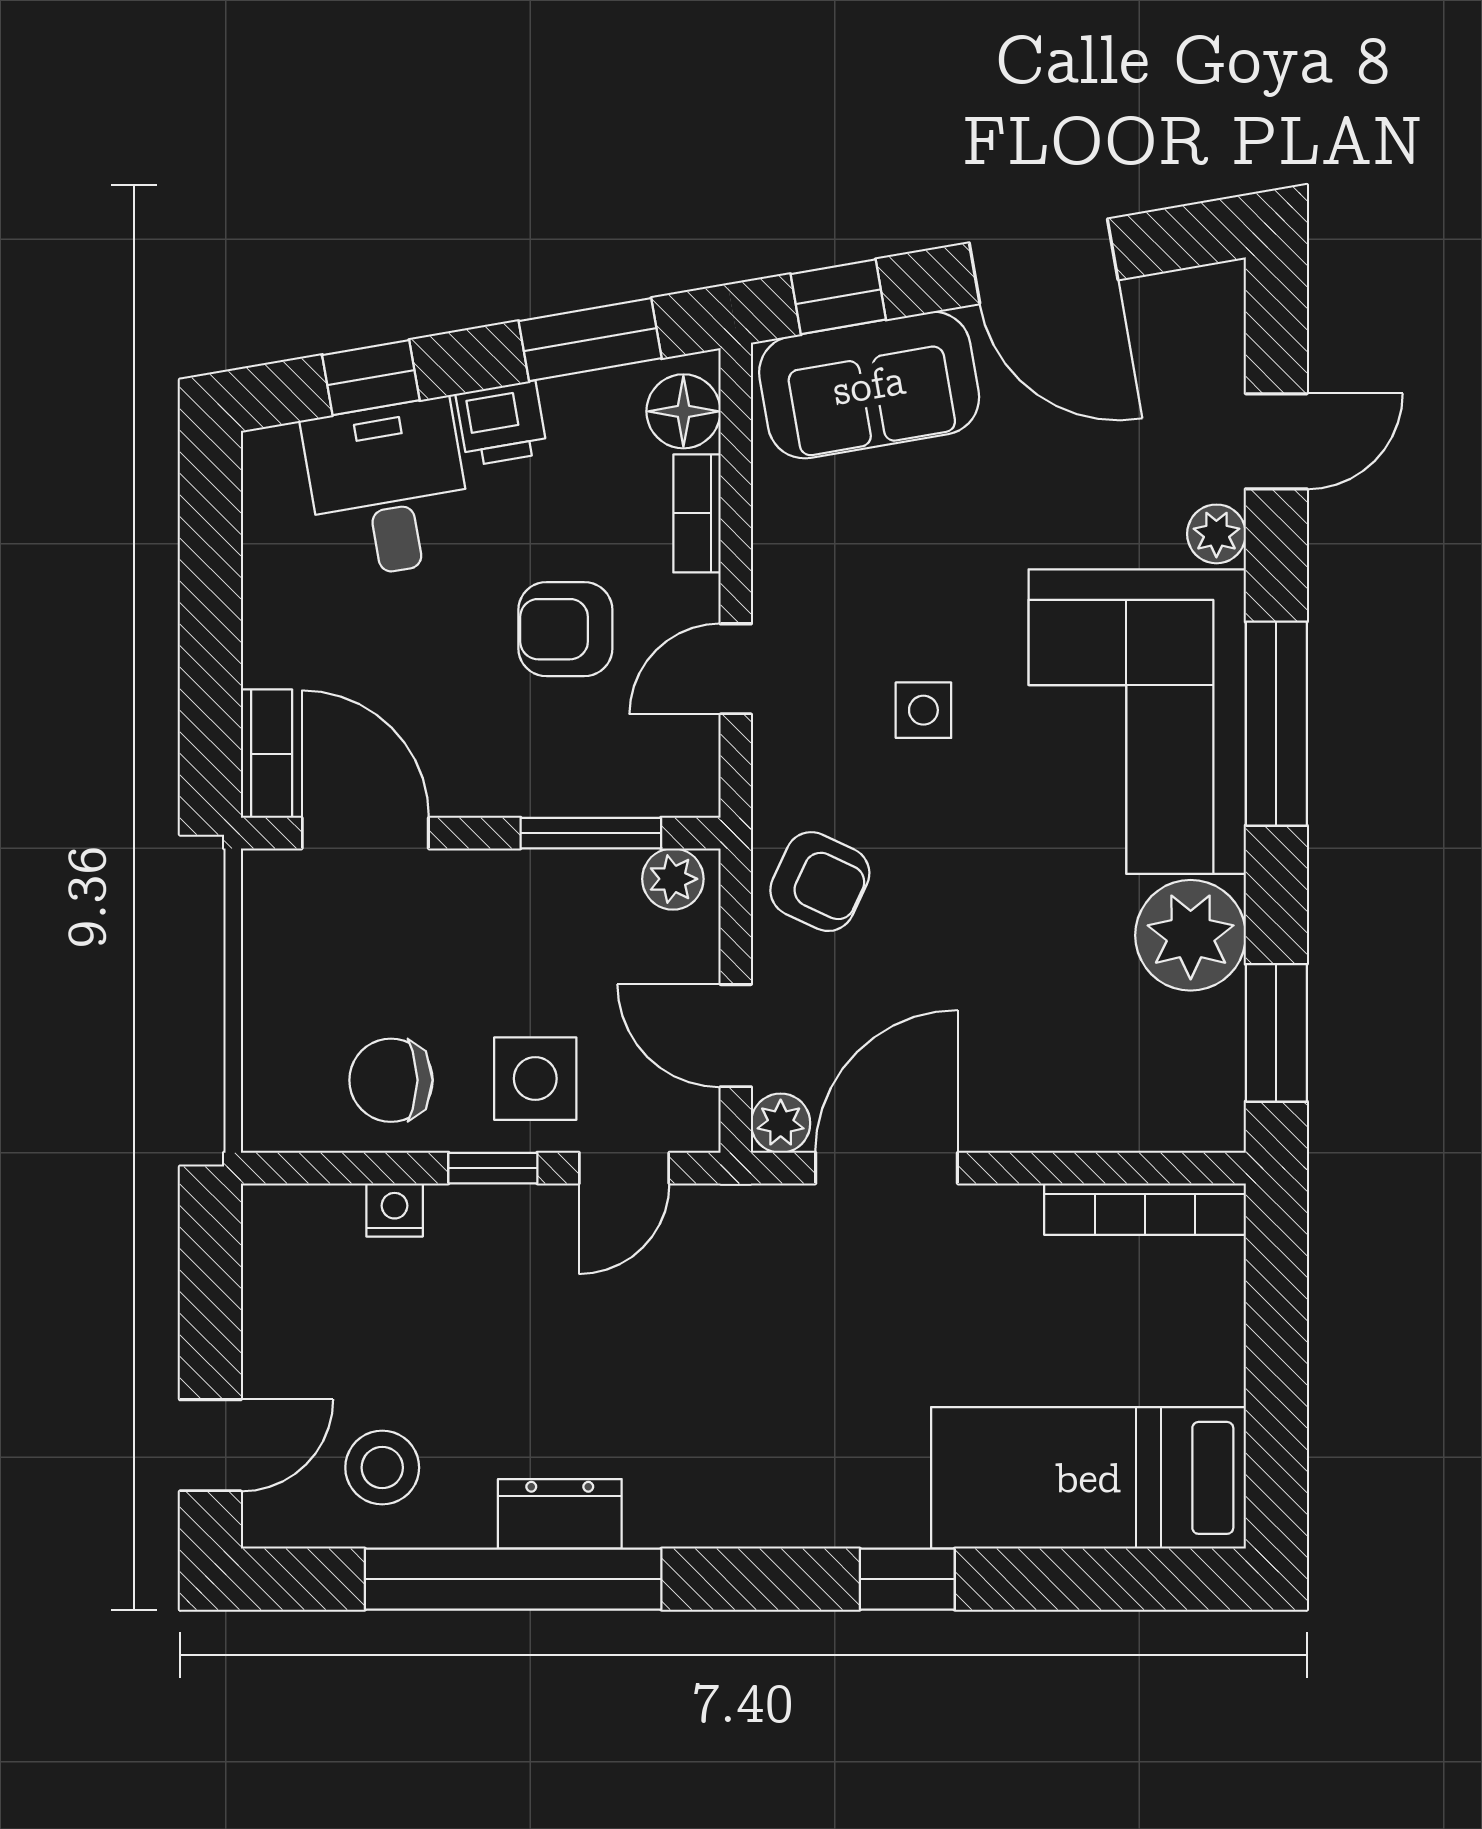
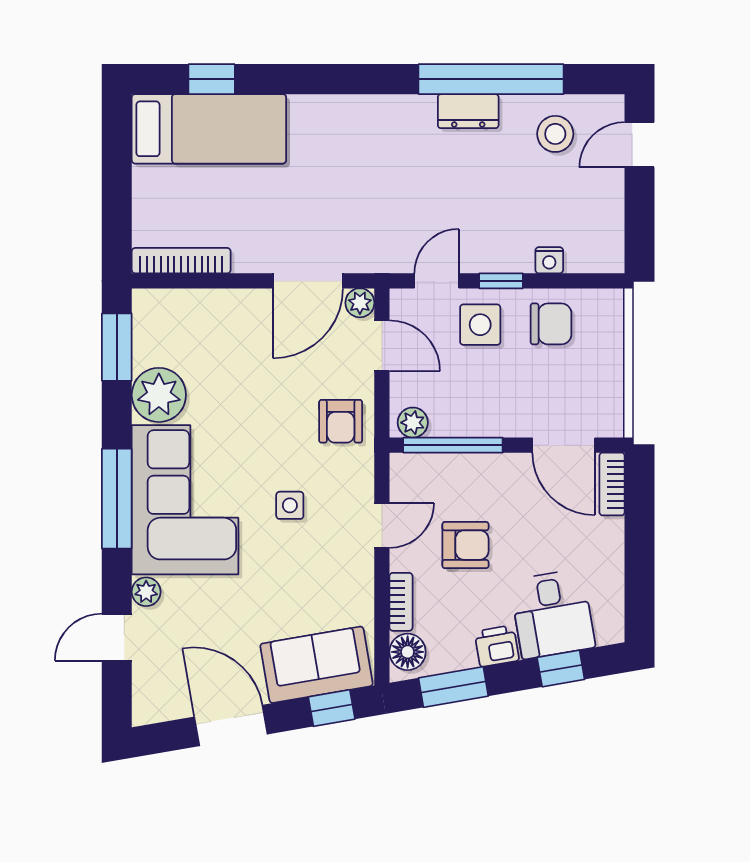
window: (591, 833) -> (453, 445), width x1.44
armchair: (820, 882) -> (341, 421), turned -115
window: (907, 1579) -> (212, 79), moved

